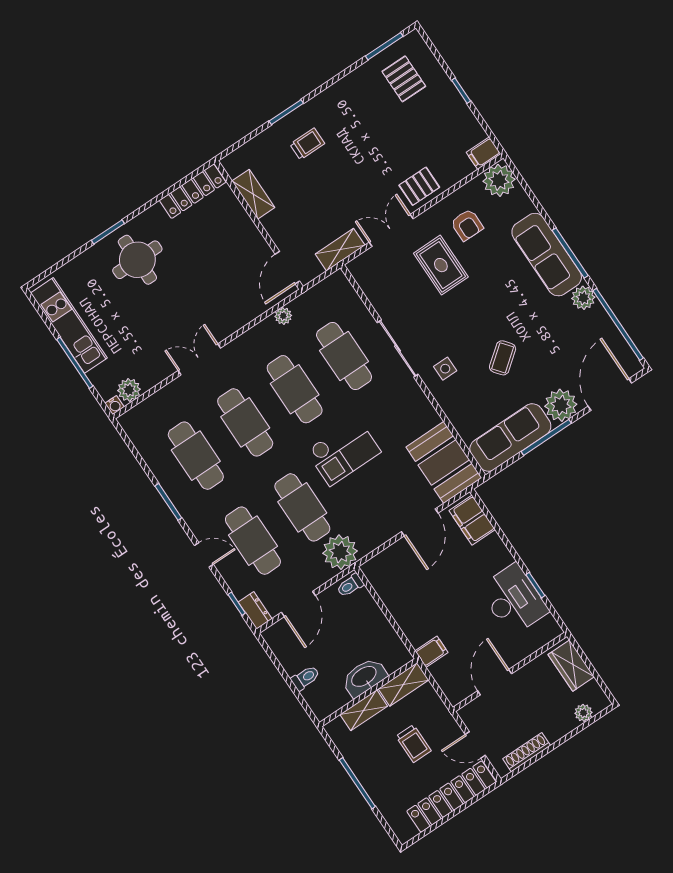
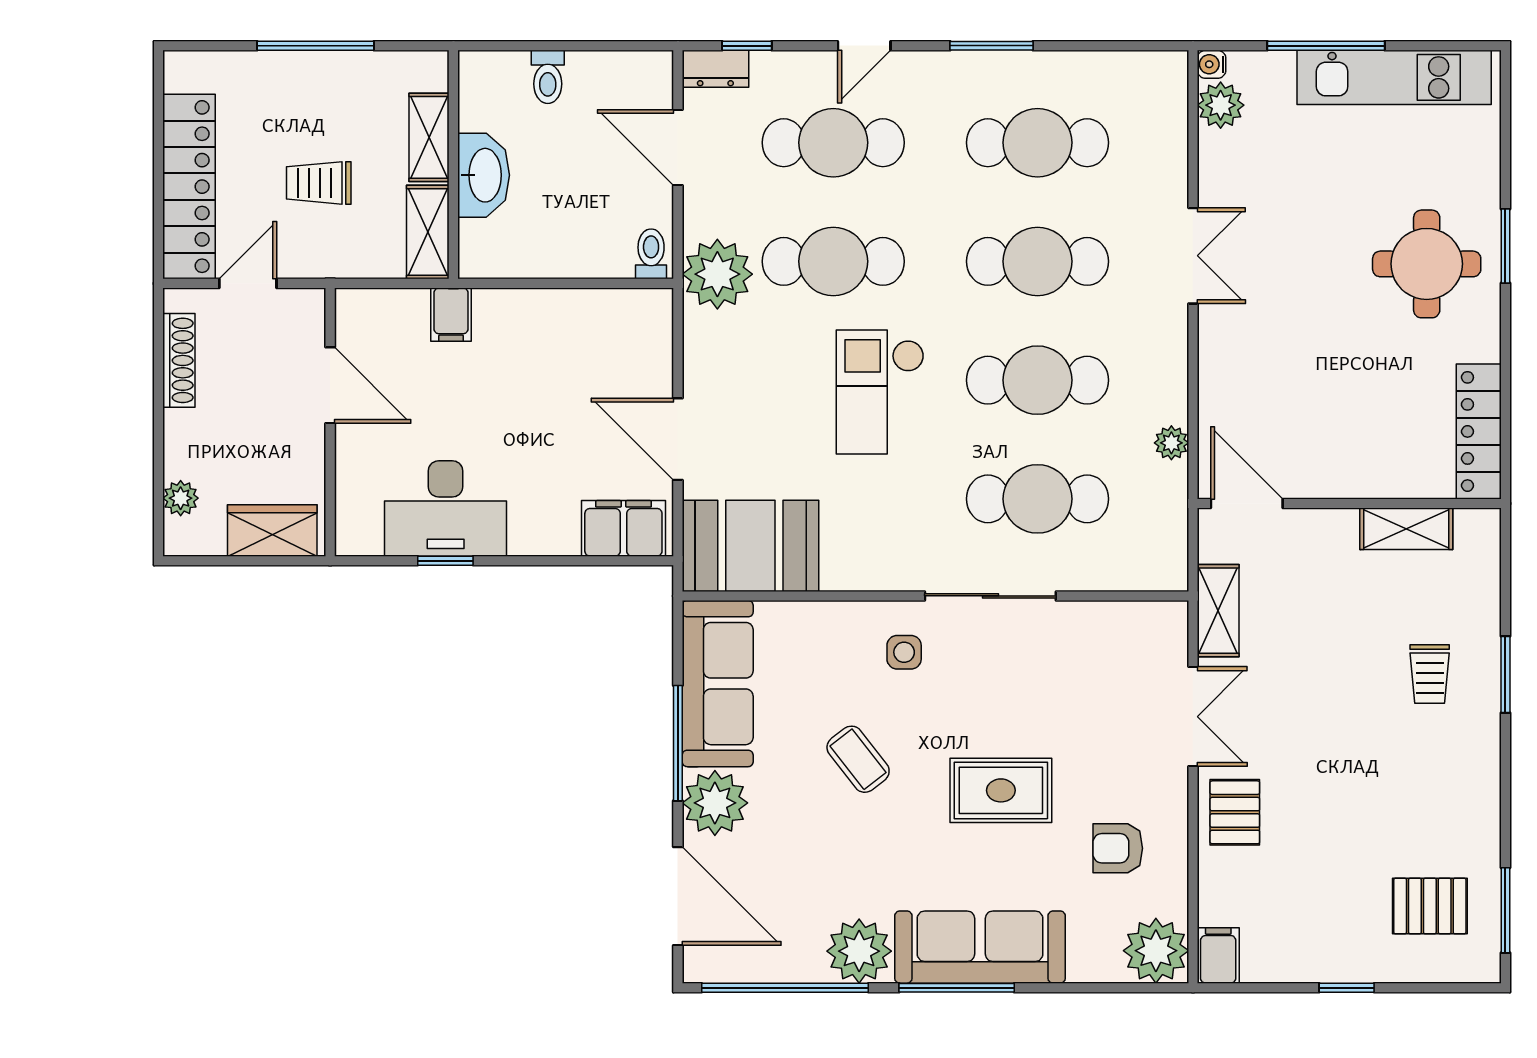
rug: (441, 265) -> (1001, 790), moved
plant: (583, 298) -> (859, 951), width x1.36, depth x1.36

